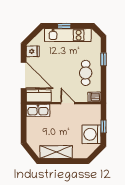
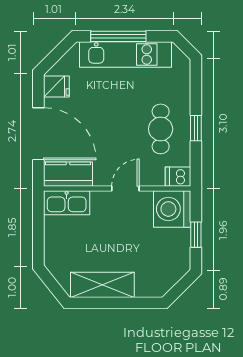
window: (64, 26) -> (118, 36), width x2.17
window: (103, 59) -> (196, 128), moved
door: (68, 103) -> (125, 188), hinge flipped
washing machine: (91, 134) -> (172, 209), moved

